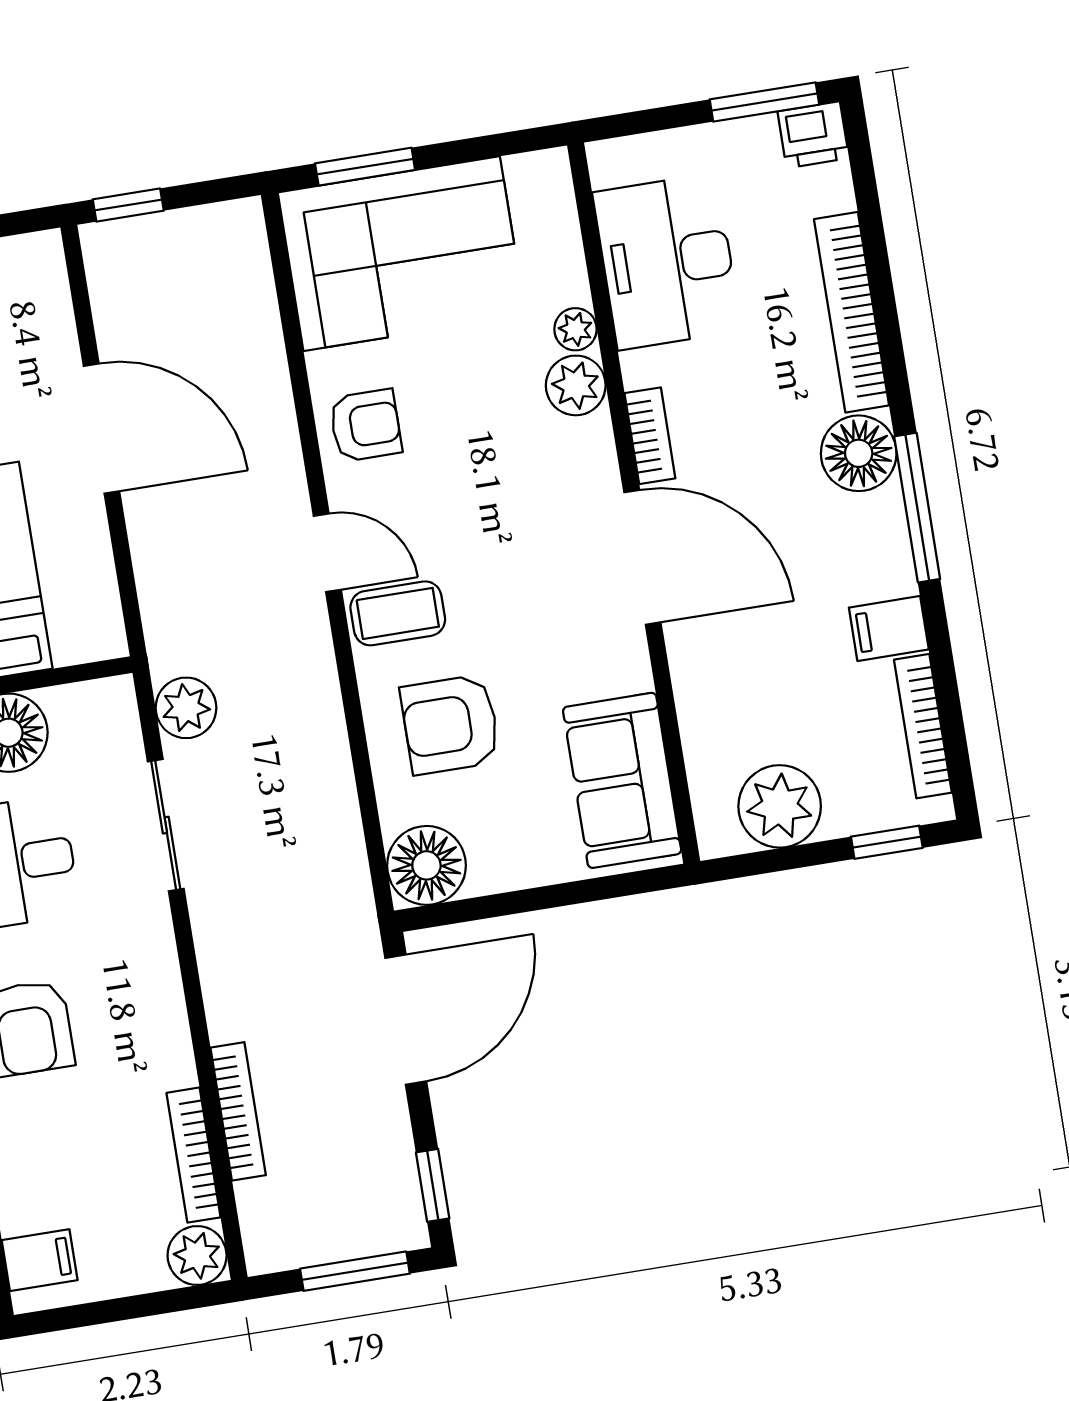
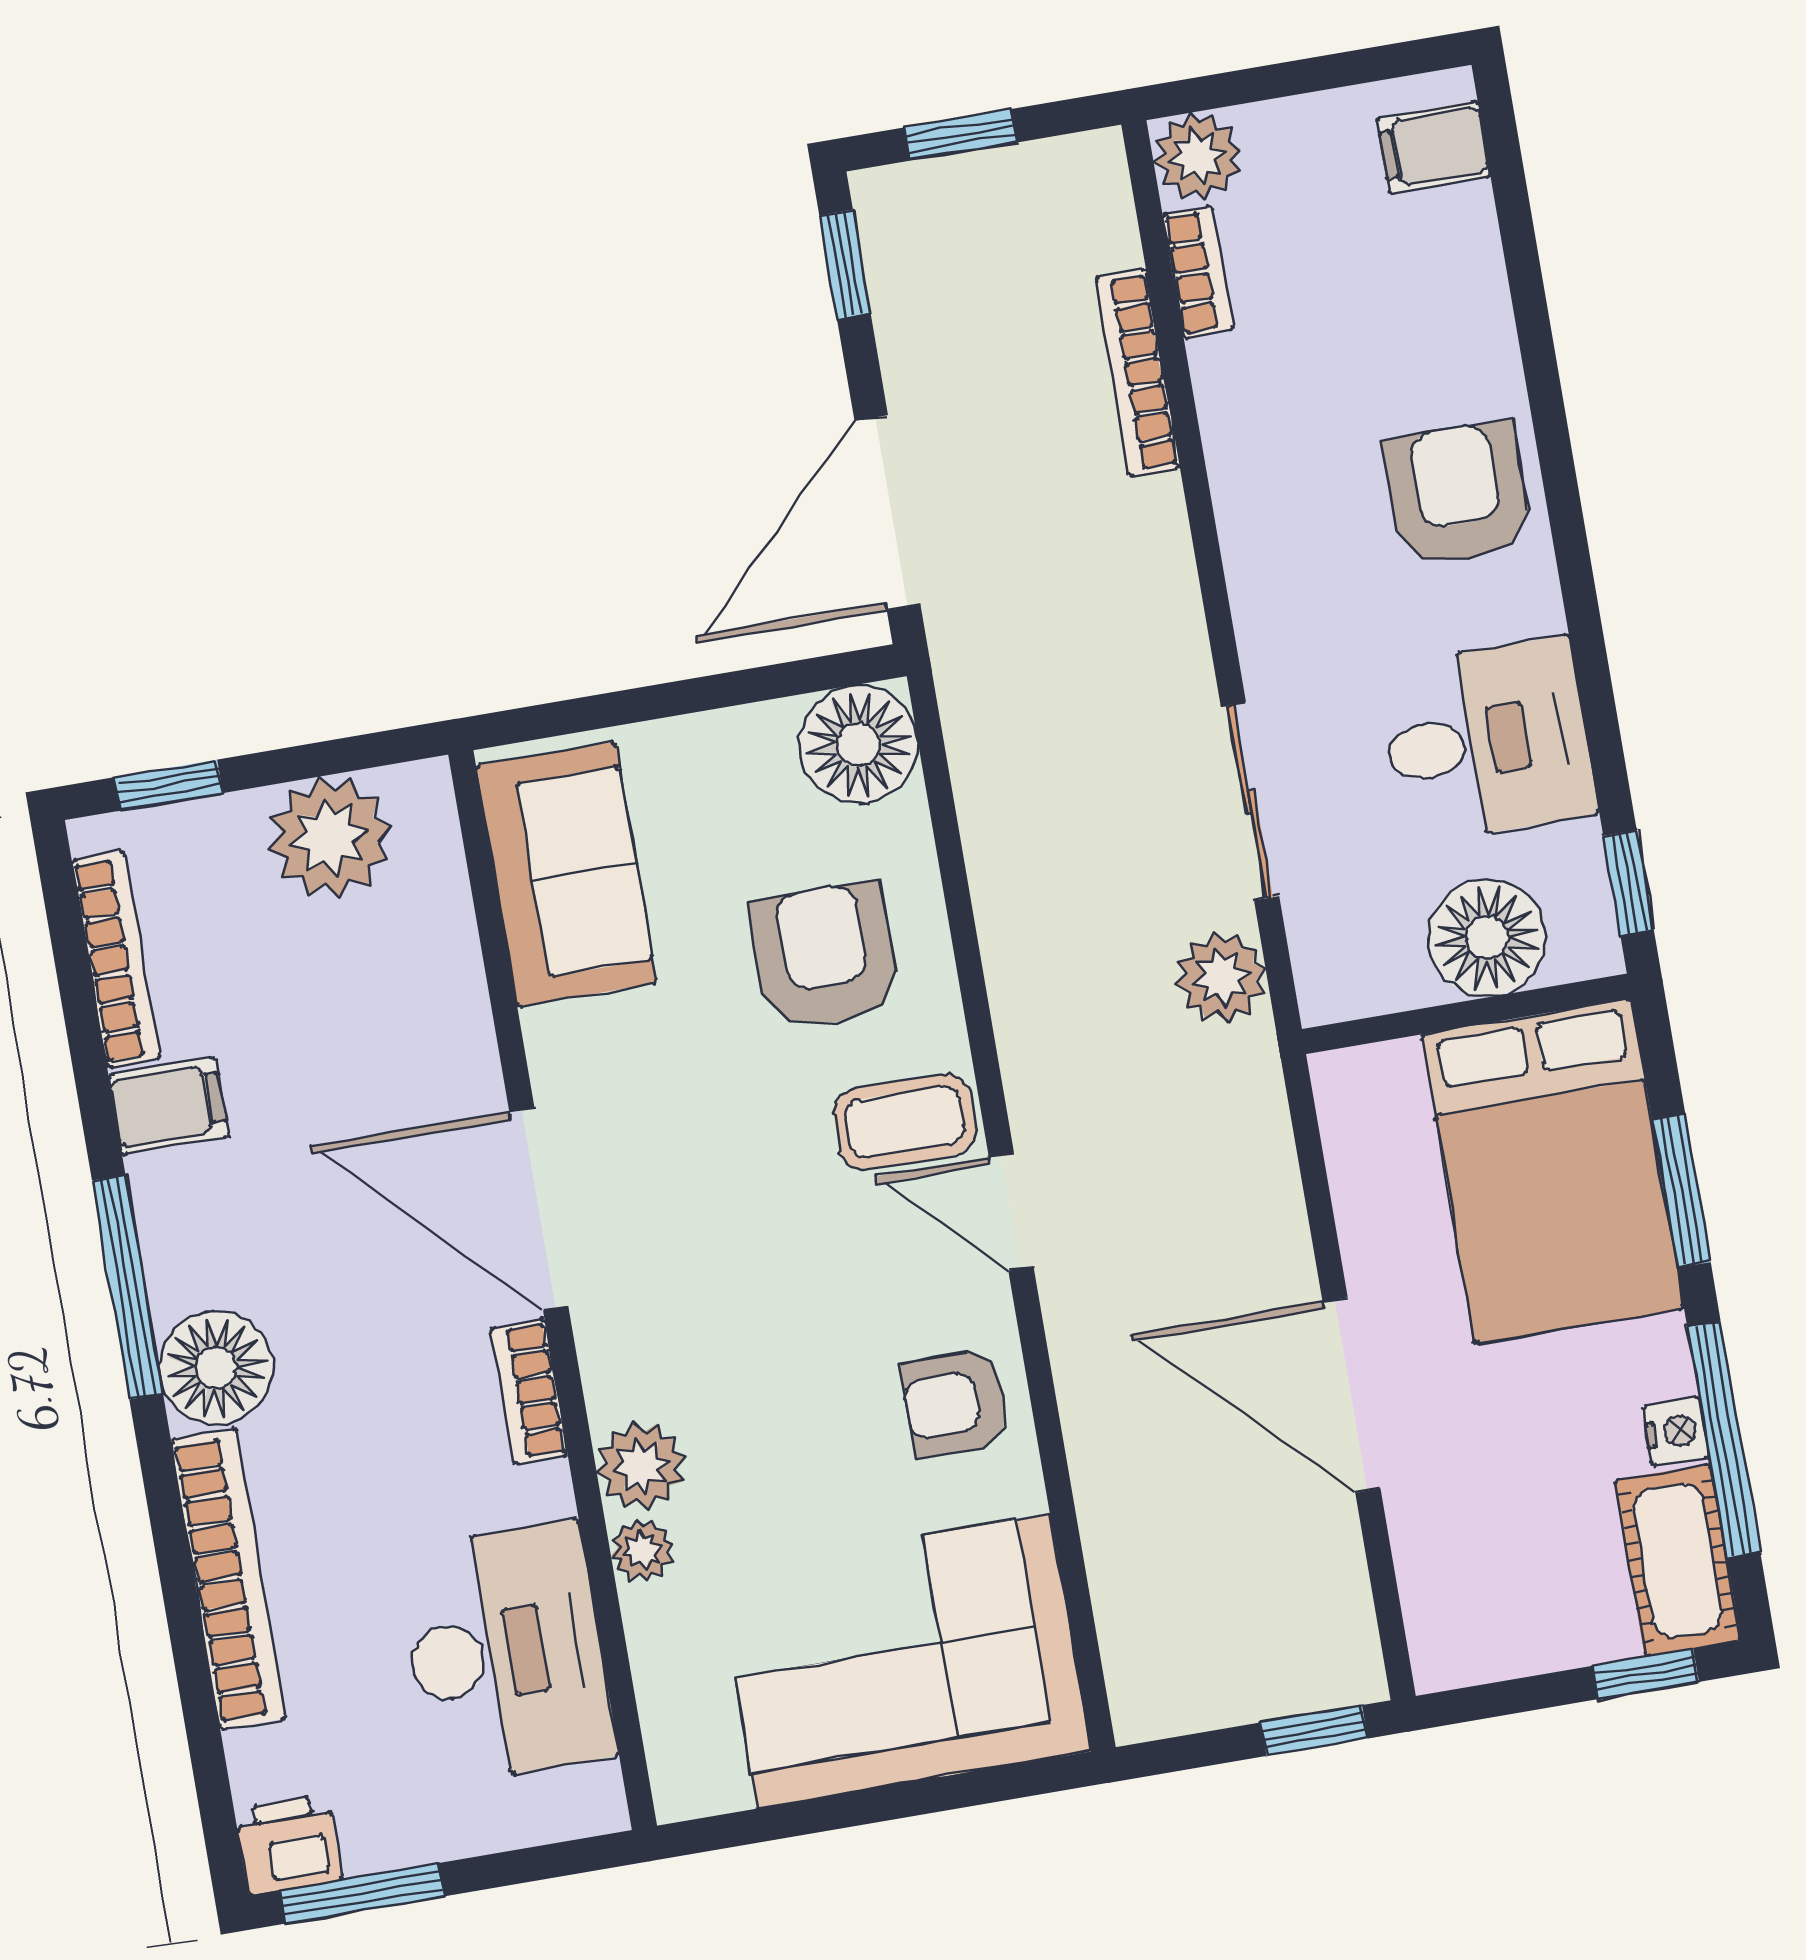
window: (365, 167) -> (960, 1791), removed
armchair: (450, 724) -> (825, 956), turned -90
bookcase: (194, 1155) -> (1198, 272), width x0.64
window: (355, 1271) -> (960, 135), width x0.67

